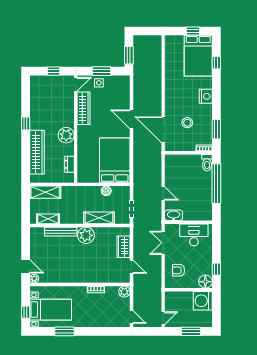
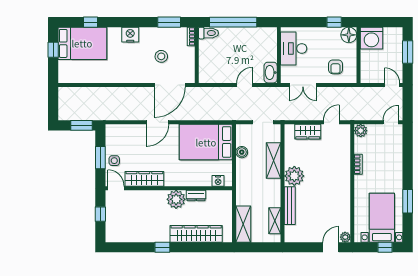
dresser: (69, 164) -> (196, 195), moved
nightstand: (82, 171) -> (218, 181), added

